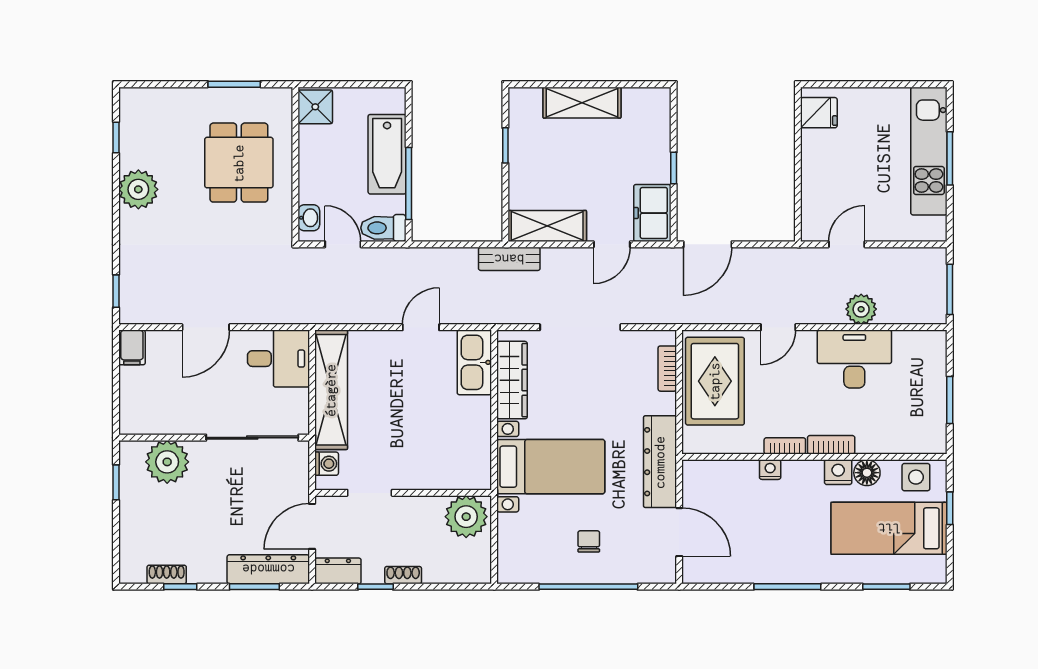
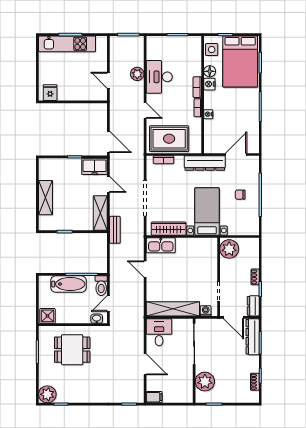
plant: (138, 189) -> (47, 394), moved
bed: (889, 528) -> (240, 61), width x1.50

